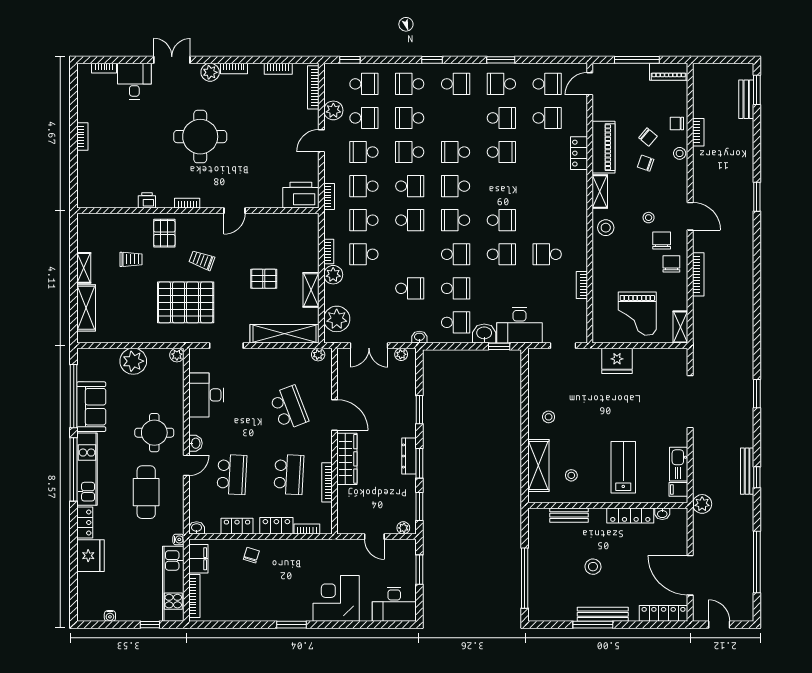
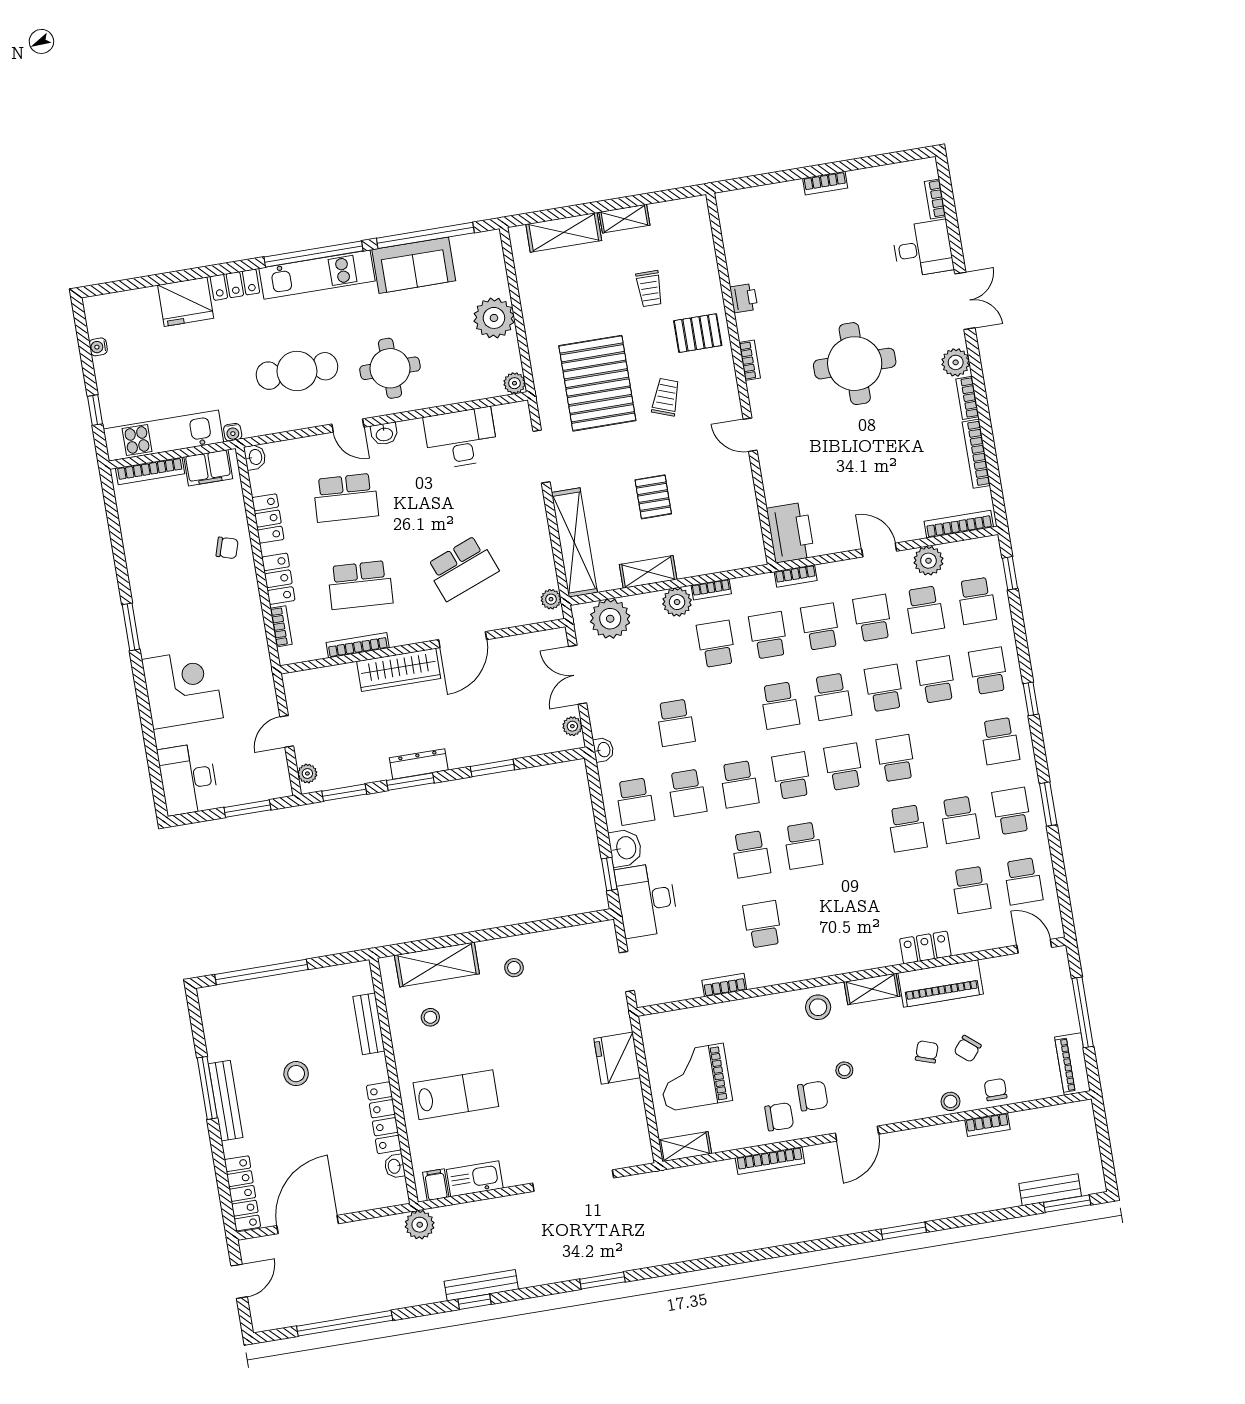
bookcase: (278, 69) -> (976, 454), width x1.56

